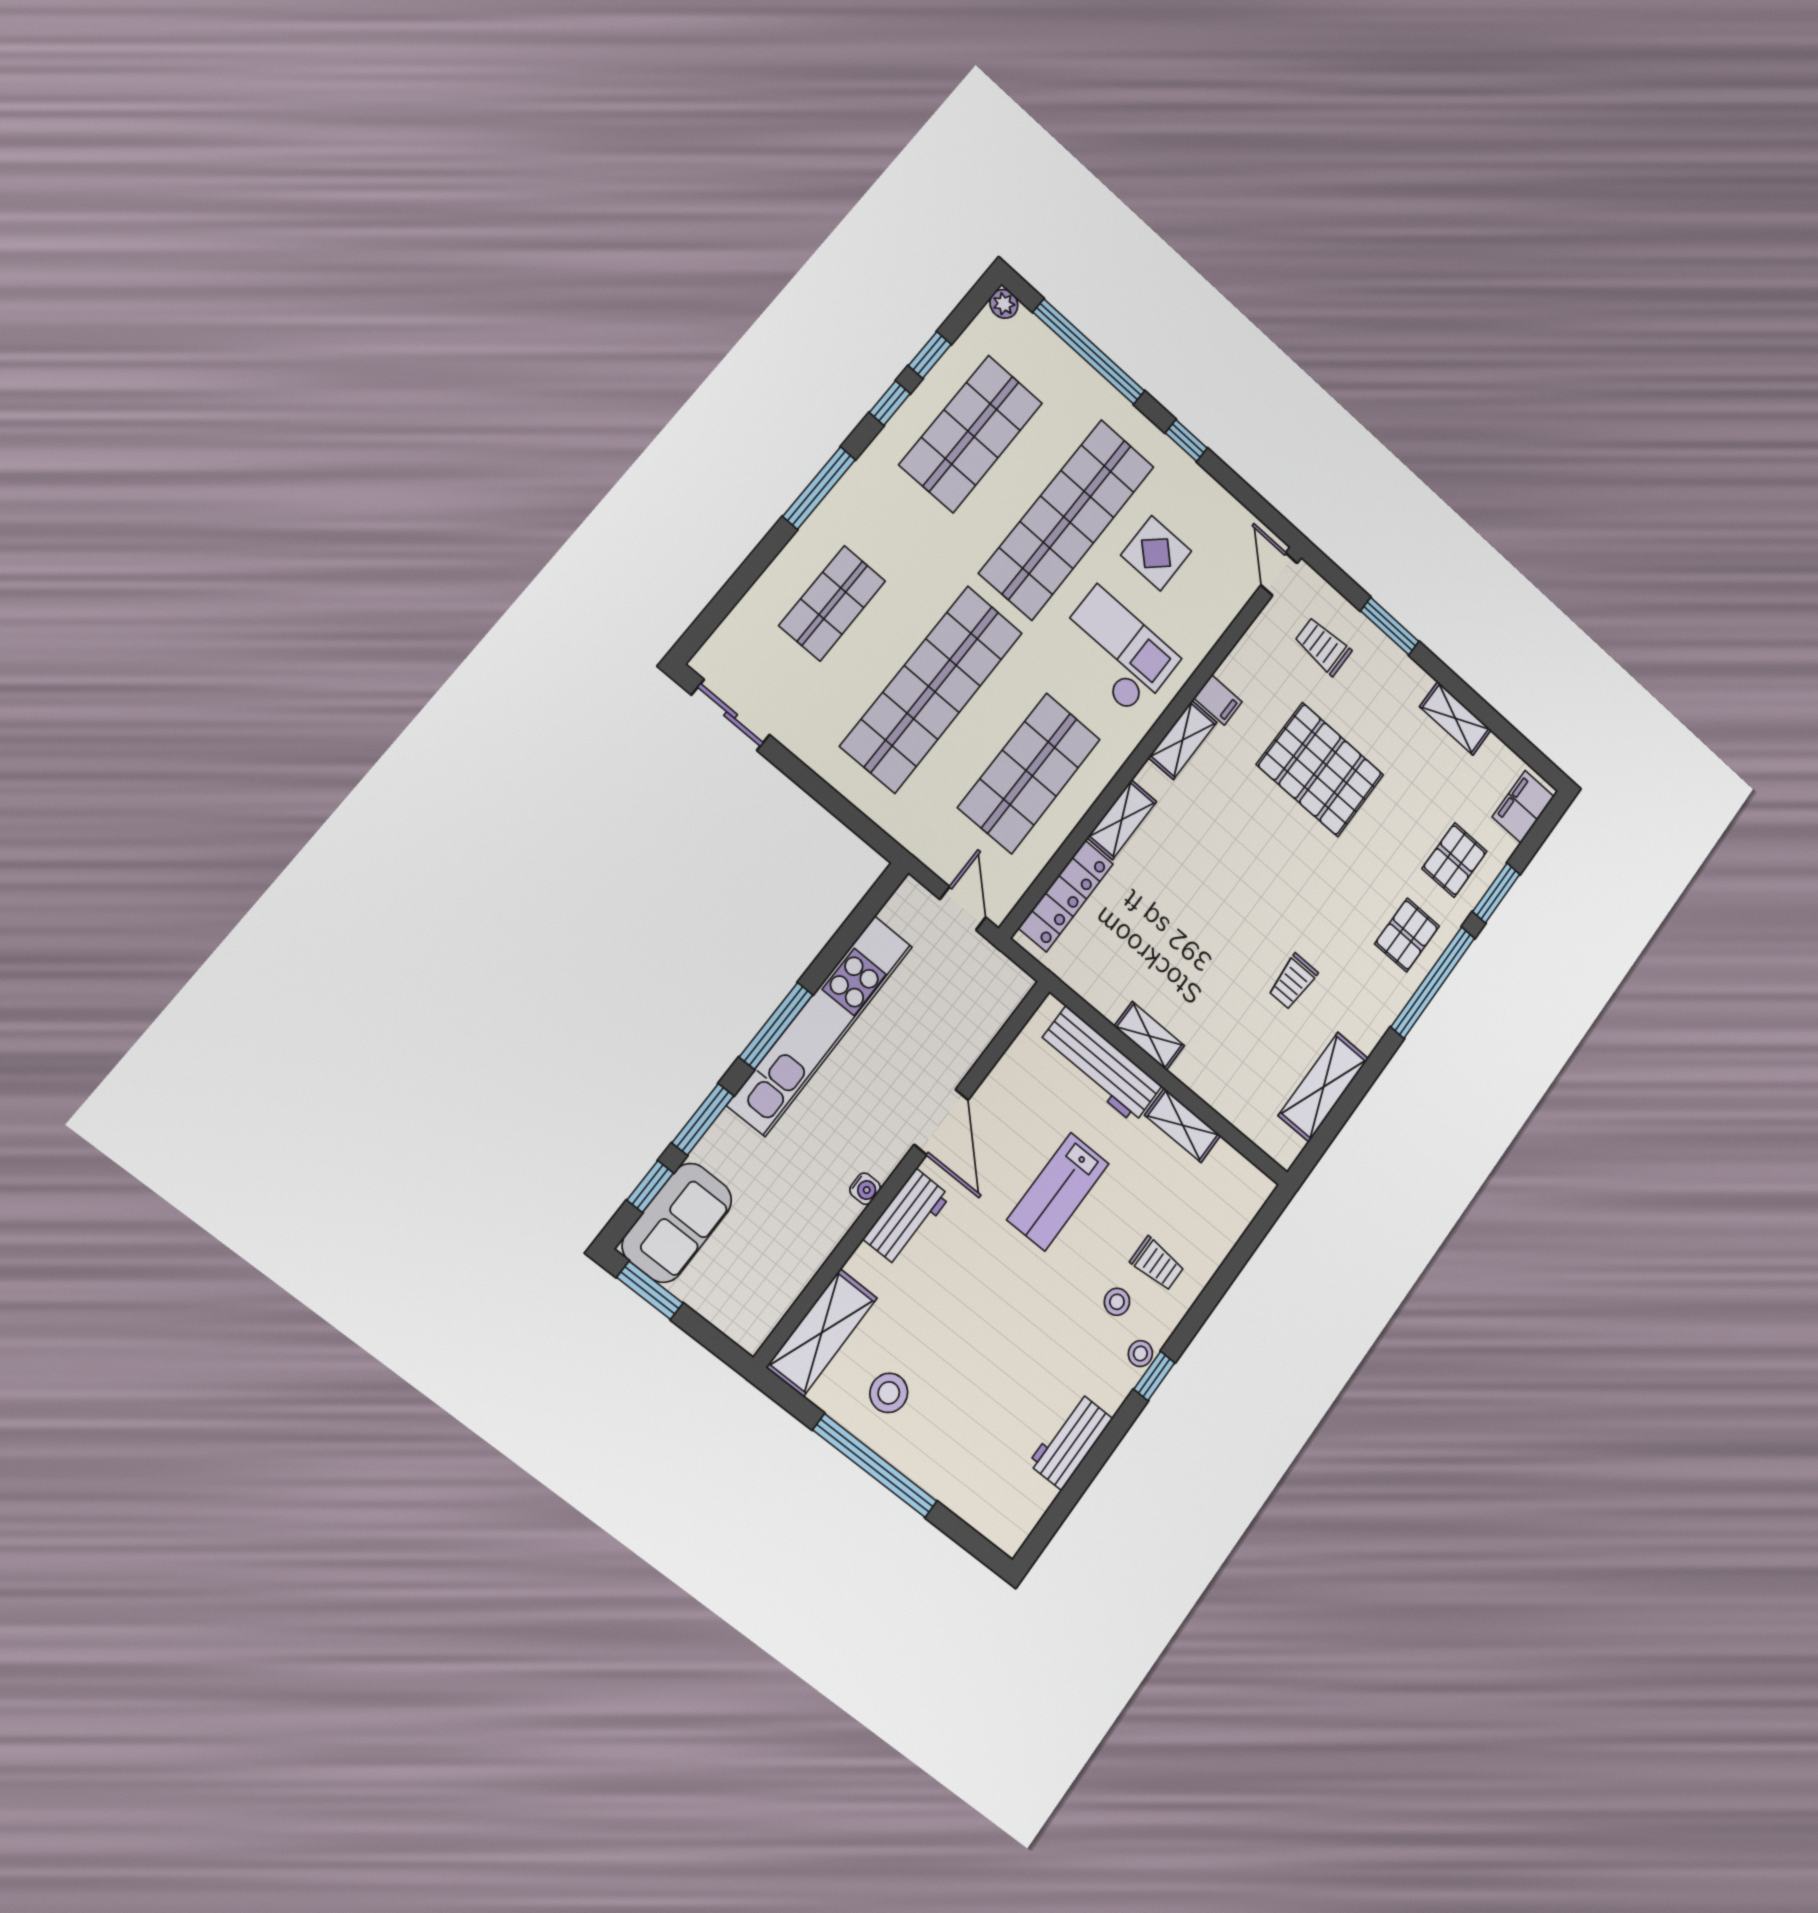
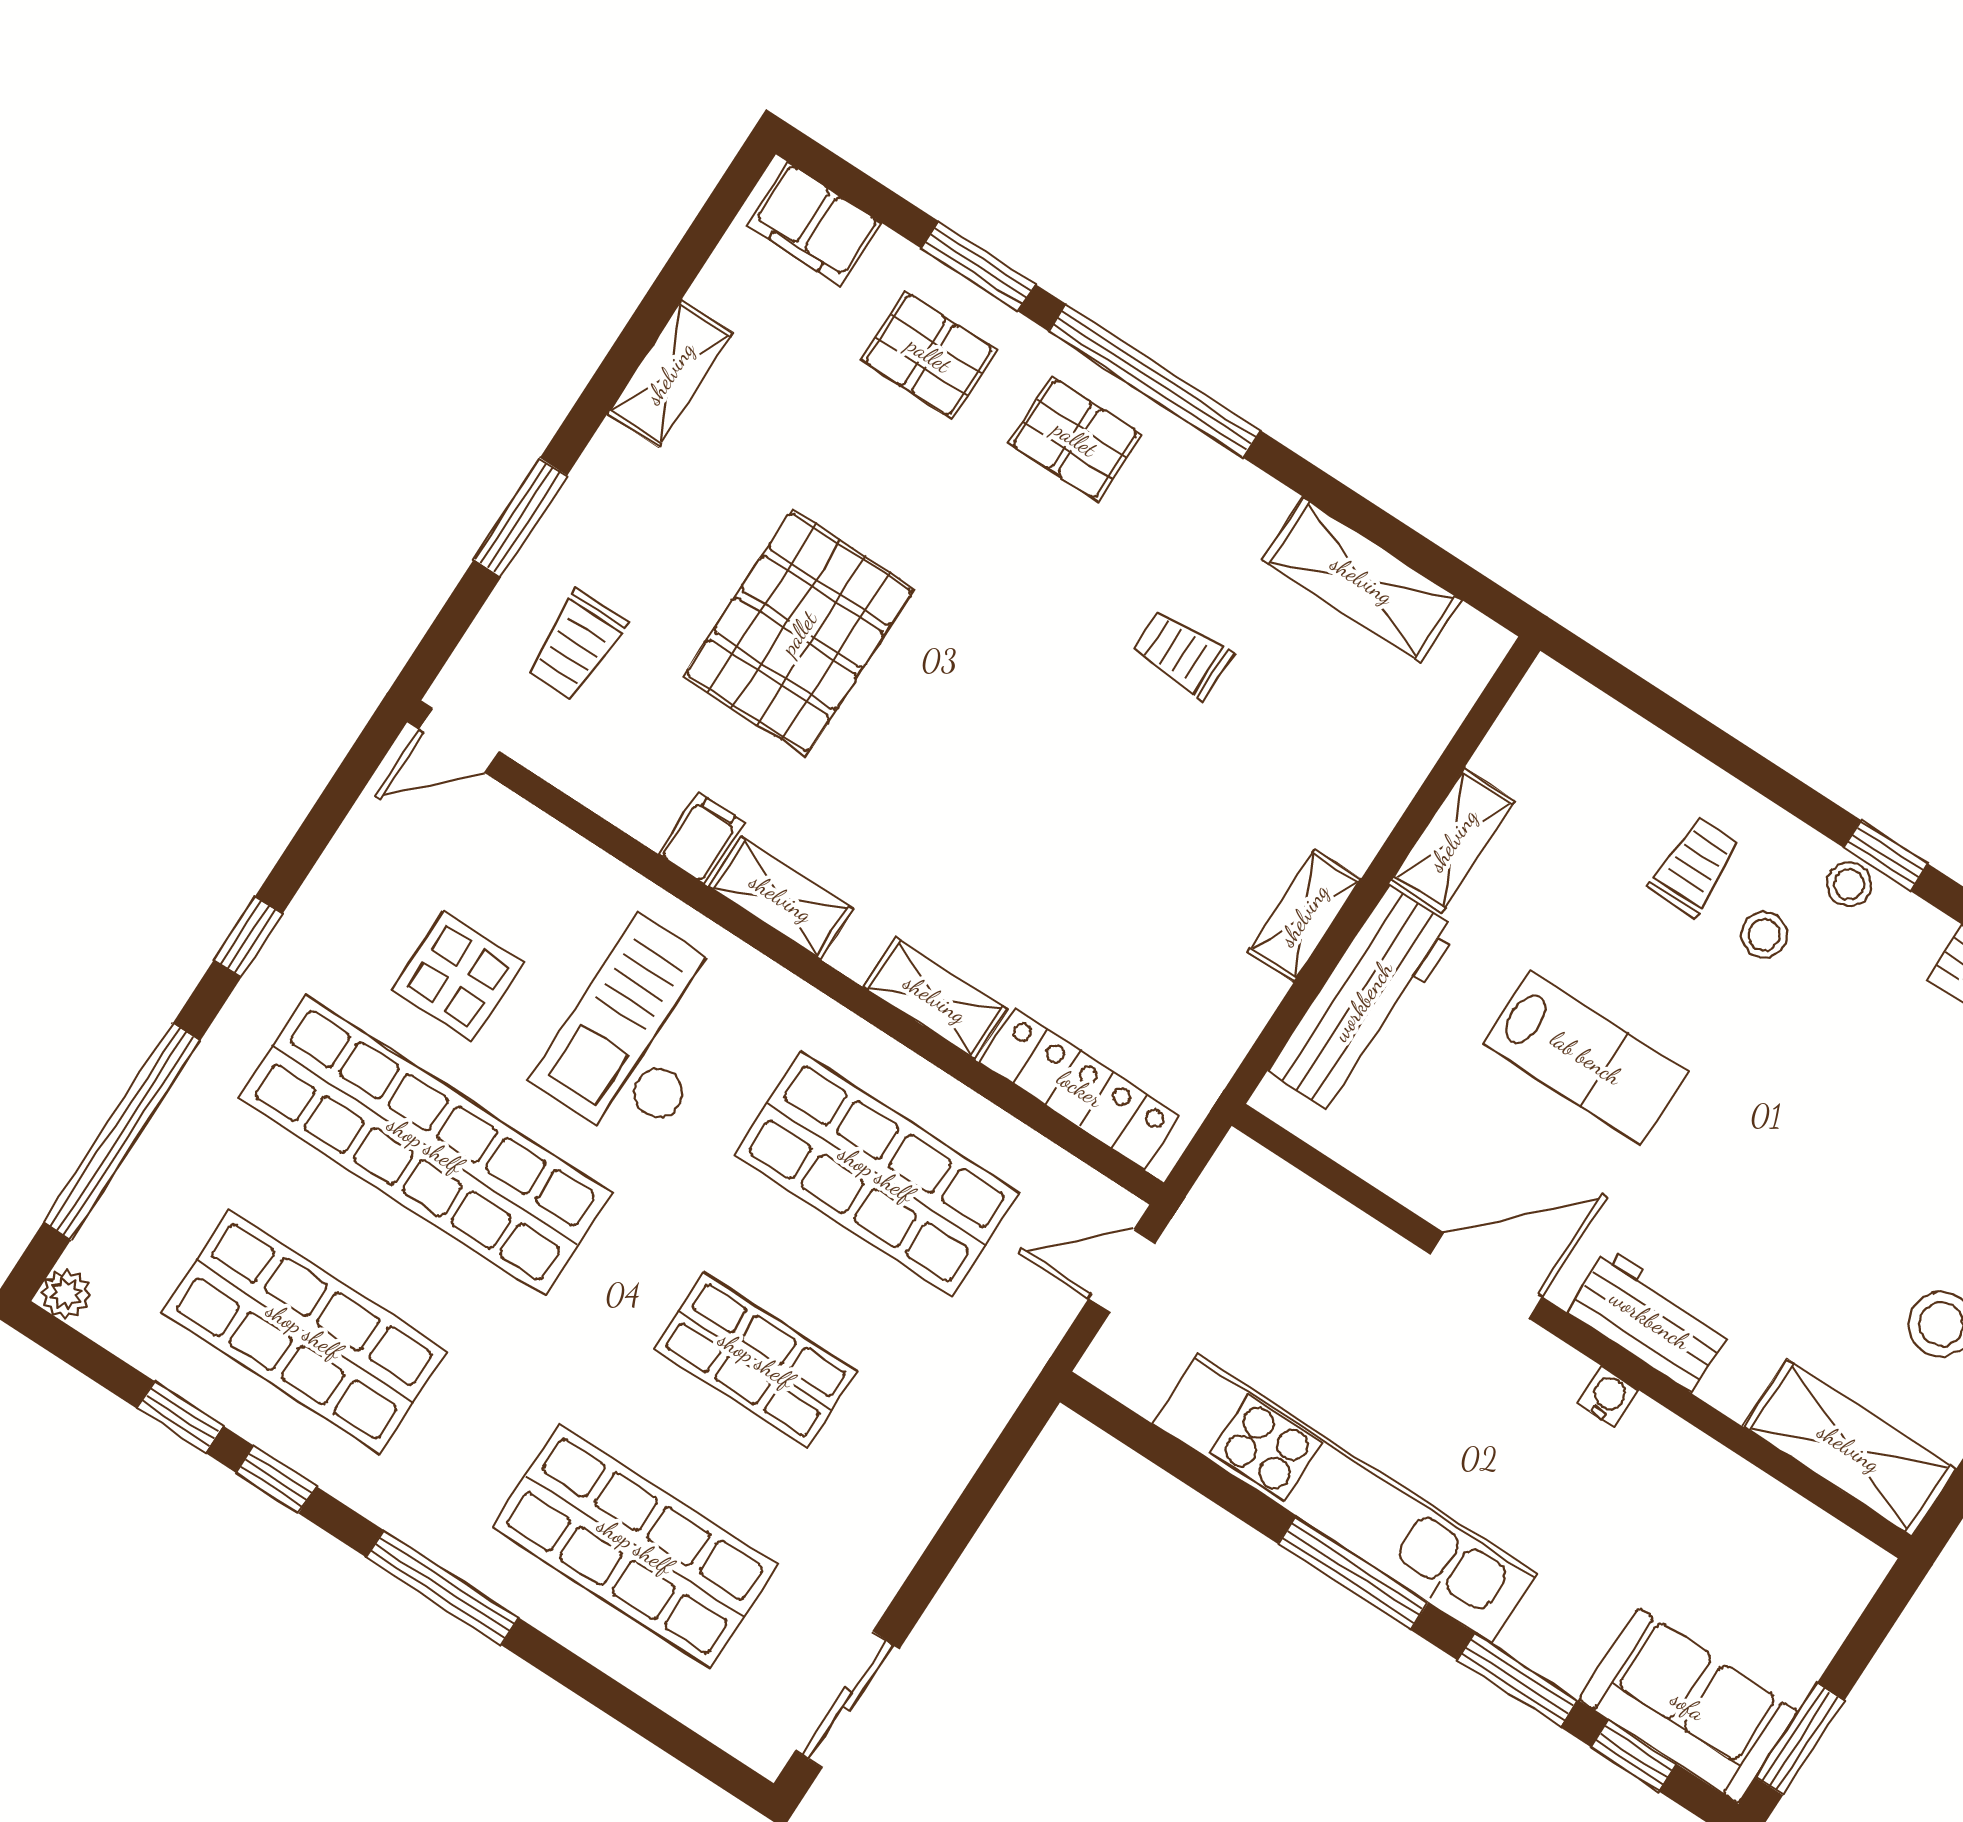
shop shelf: (832, 603) -> (635, 1546), width x1.43, depth x1.36
shop shelf: (932, 689) -> (756, 1360), width x0.50, depth x0.74
trolley: (1293, 982) -> (1182, 653), turned 180

